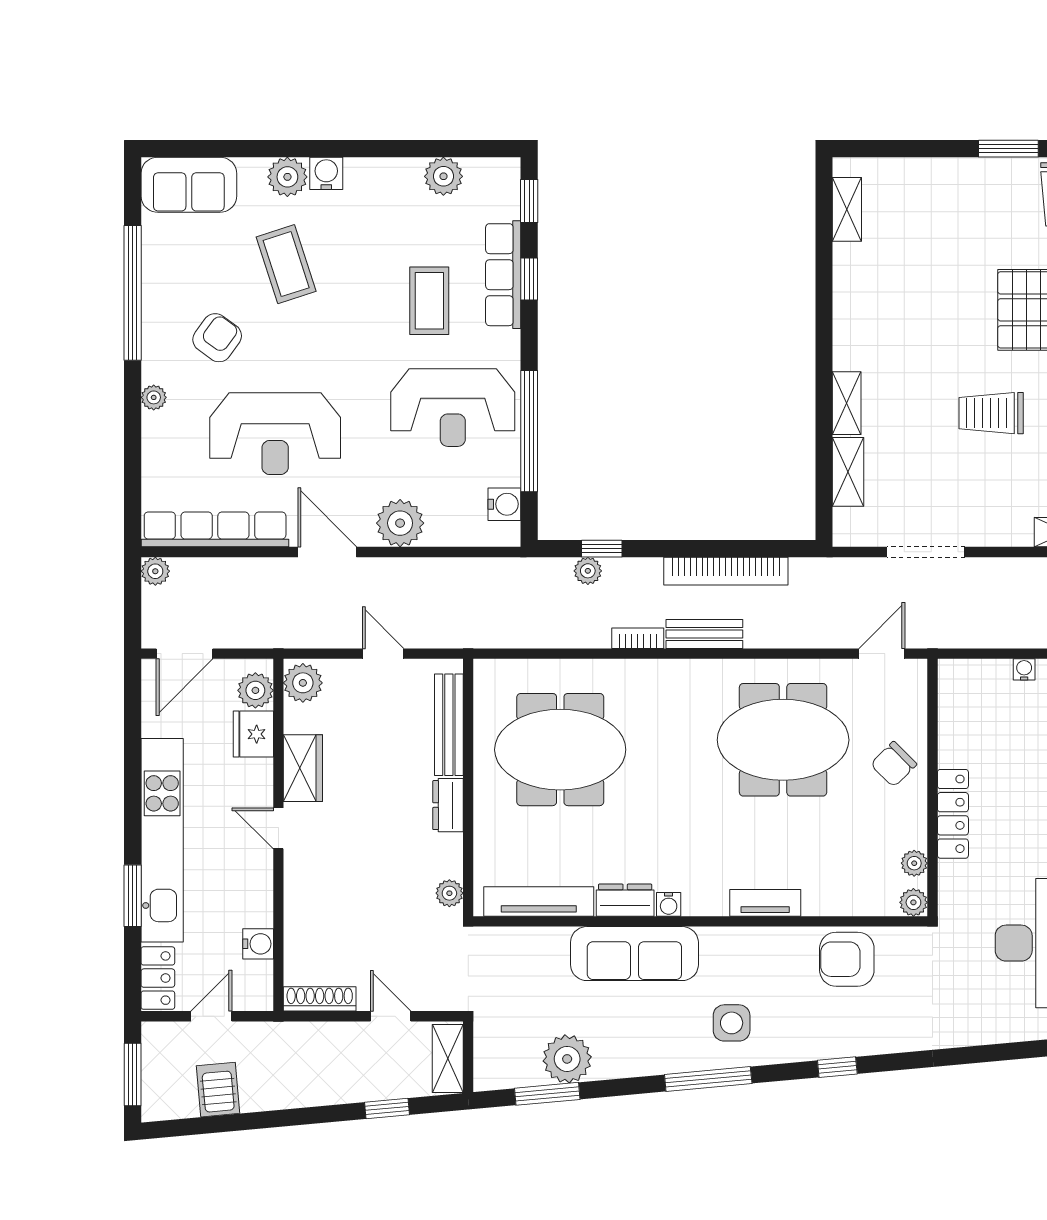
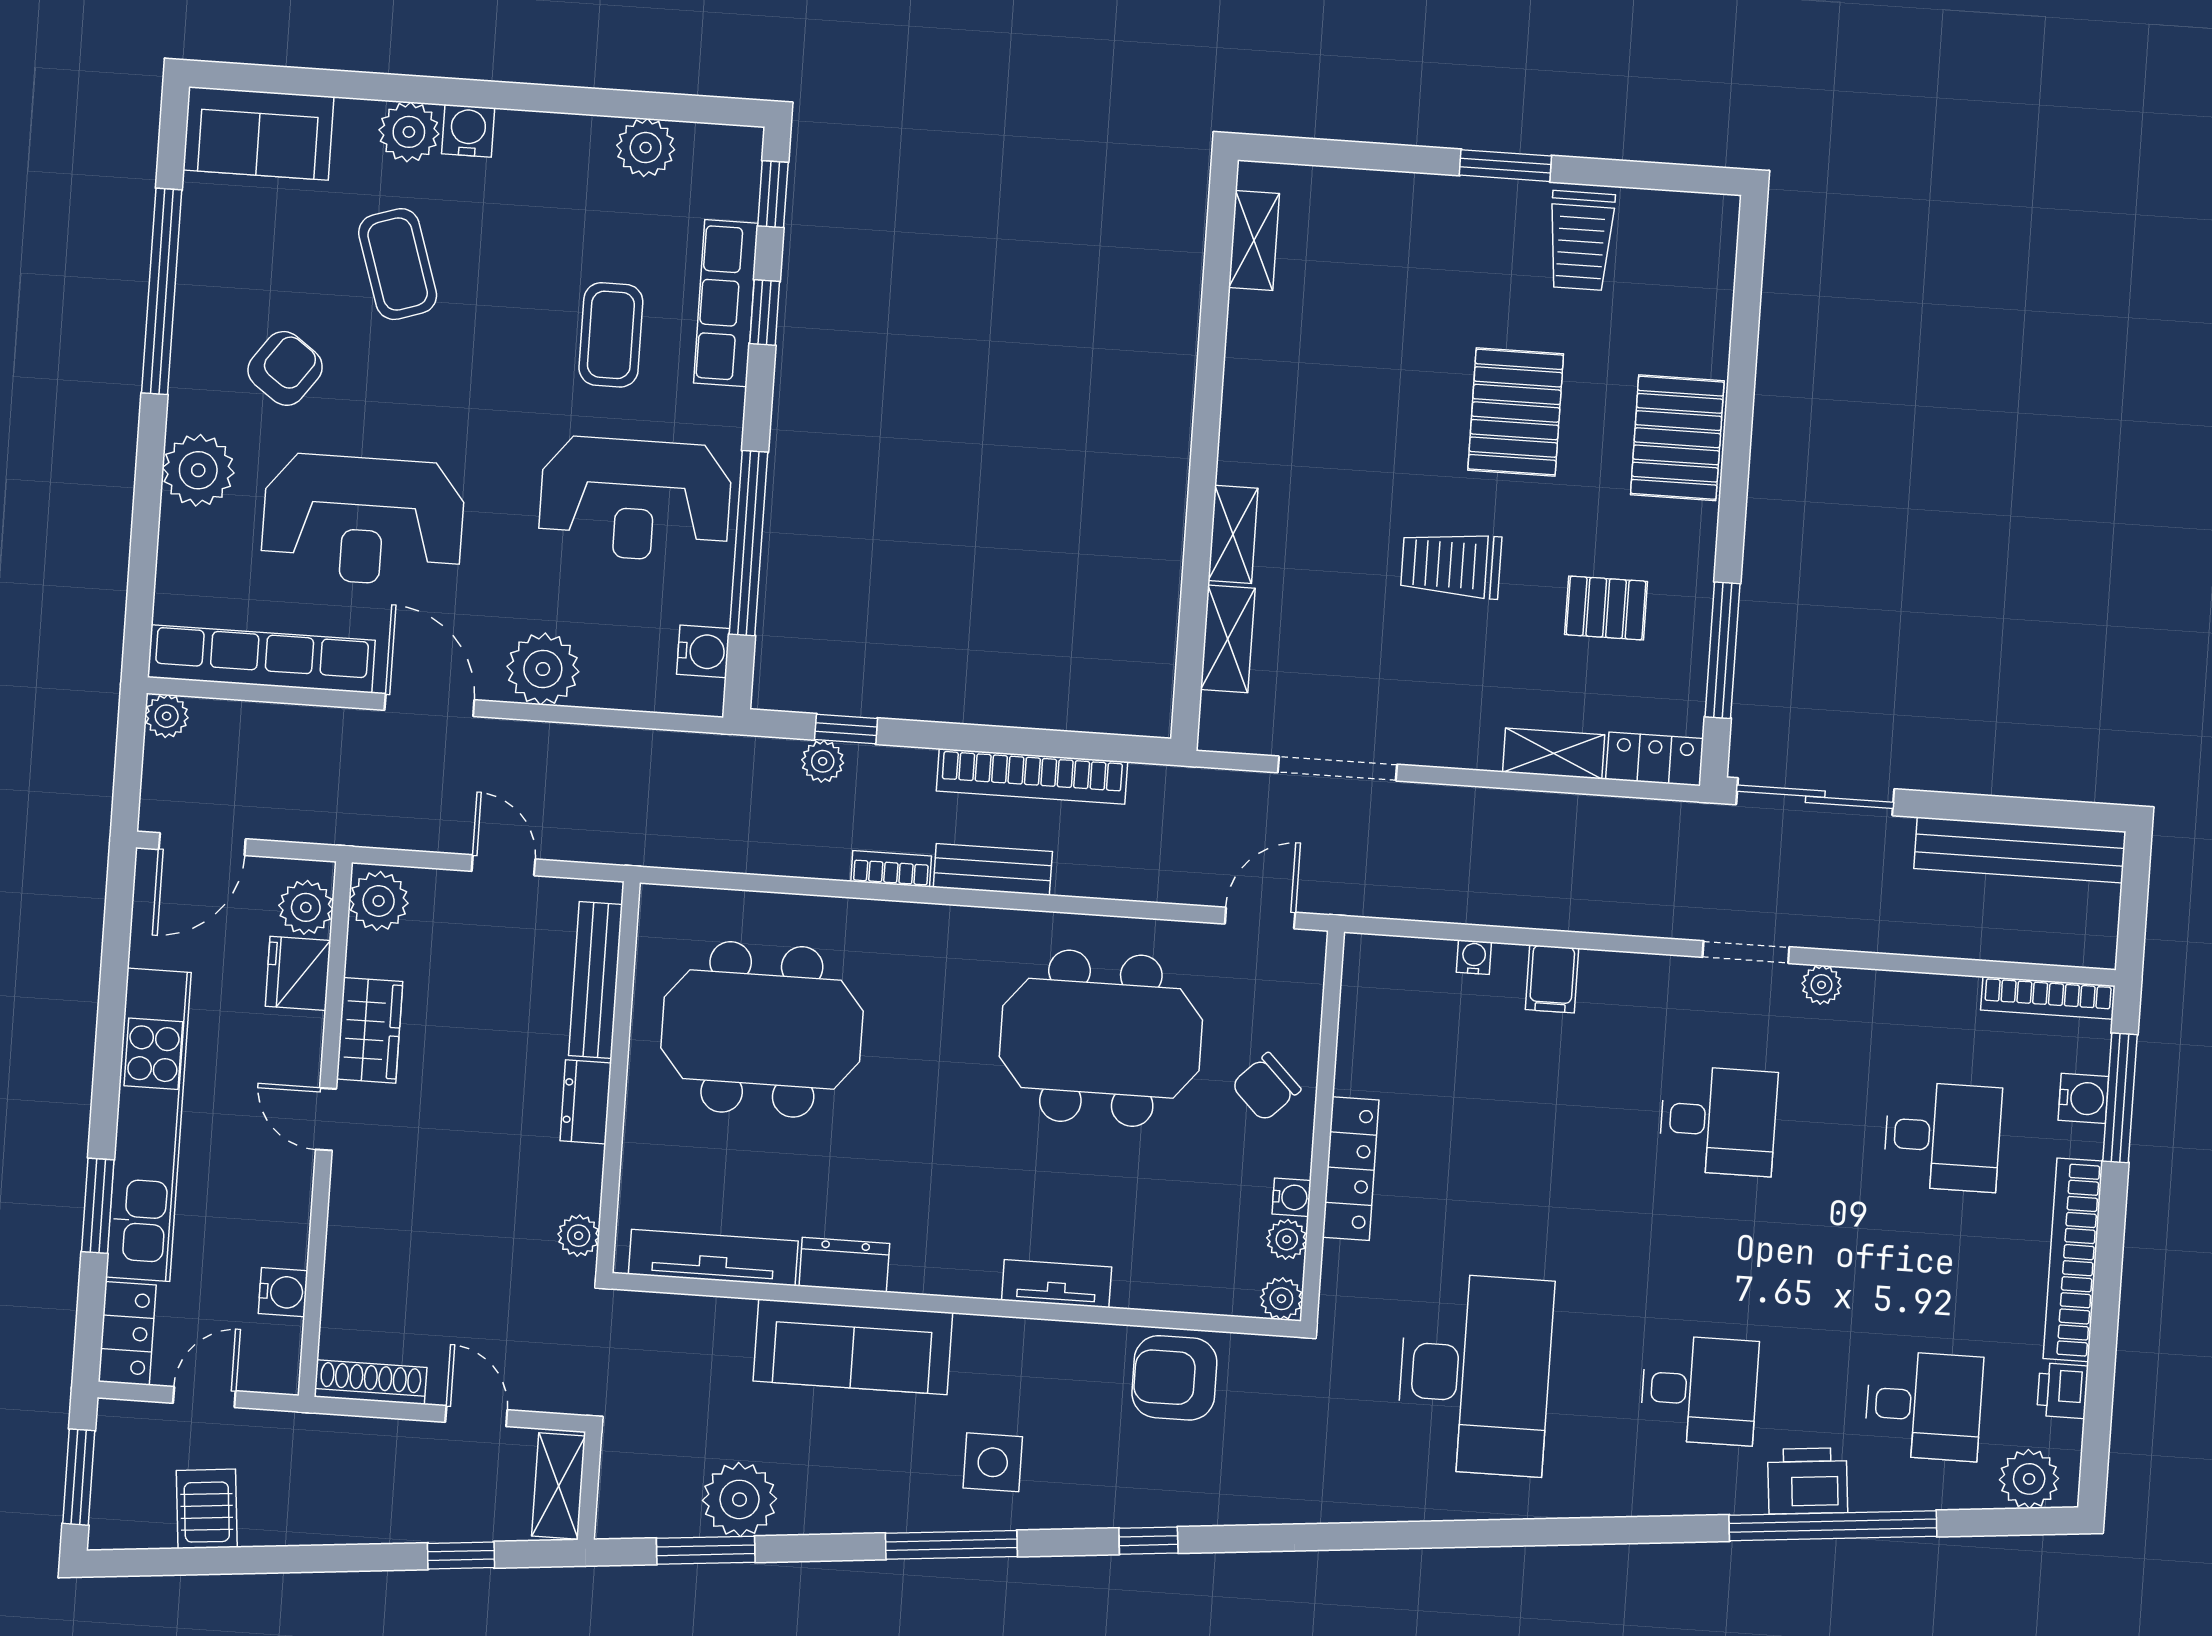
plant: (154, 397) -> (198, 470), width x1.88, depth x1.88
water cooler: (669, 904) -> (1291, 1197), moved, turned -90

